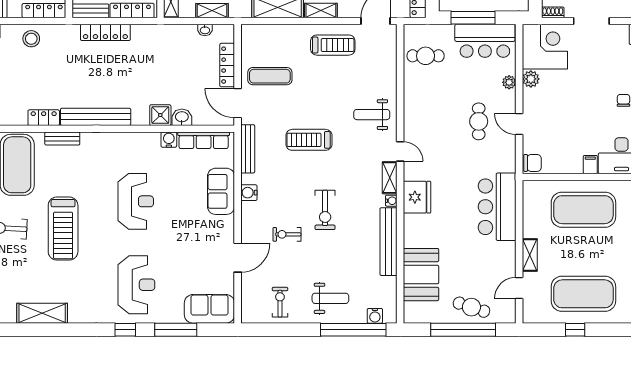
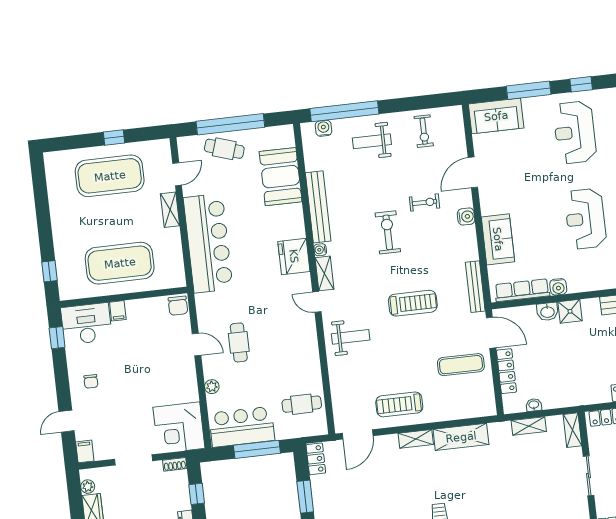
plant: (531, 79) -> (190, 393), removed
chair: (533, 163) -> (178, 306), turned -90
water cooler: (249, 193) -> (466, 217), moved
bar counter: (497, 207) -> (208, 243), width x1.36

